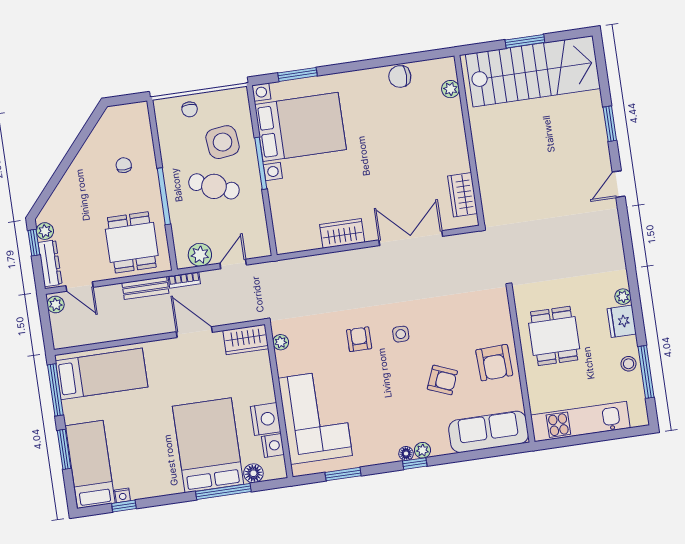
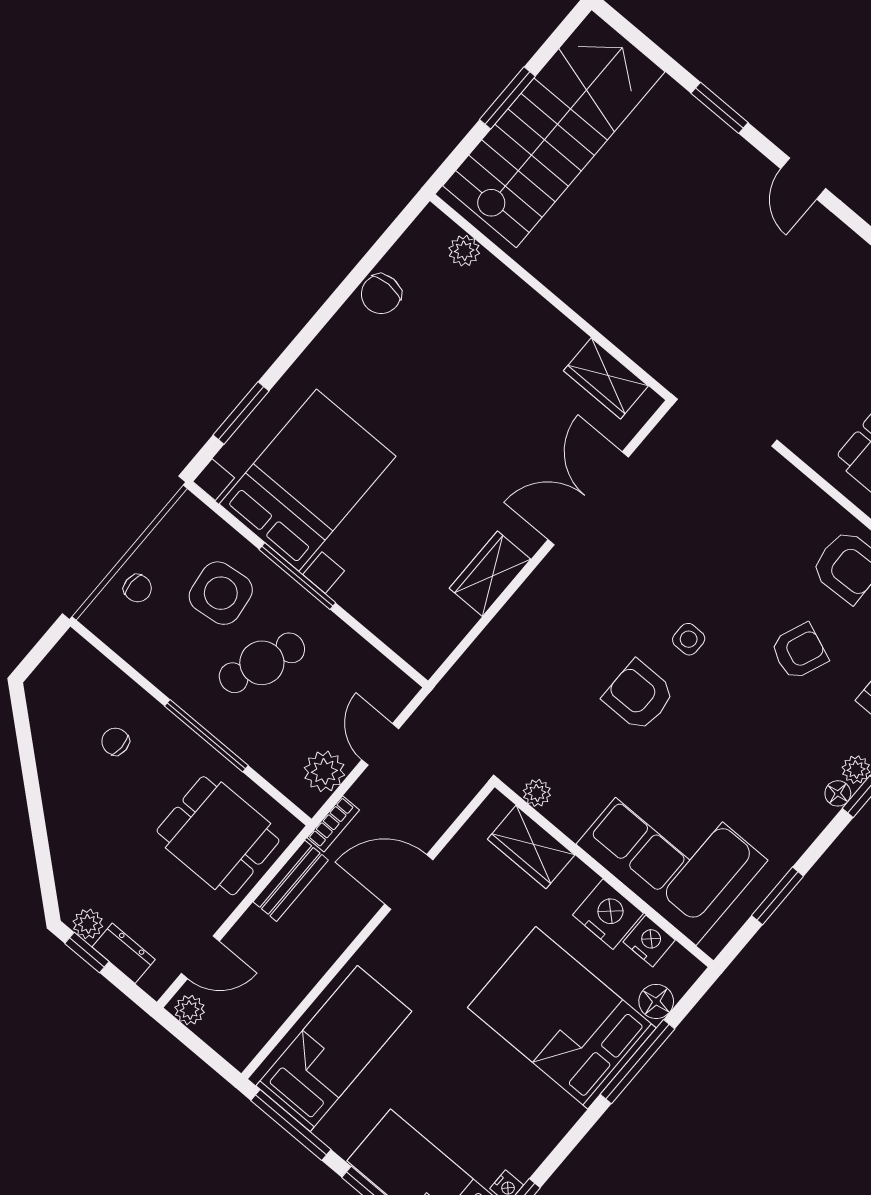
dresser: (50, 263) -> (124, 953), width x0.70
armchair: (359, 339) -> (639, 696), width x1.38, depth x1.38
wardrobe: (246, 340) -> (531, 847), moved, turned 90

